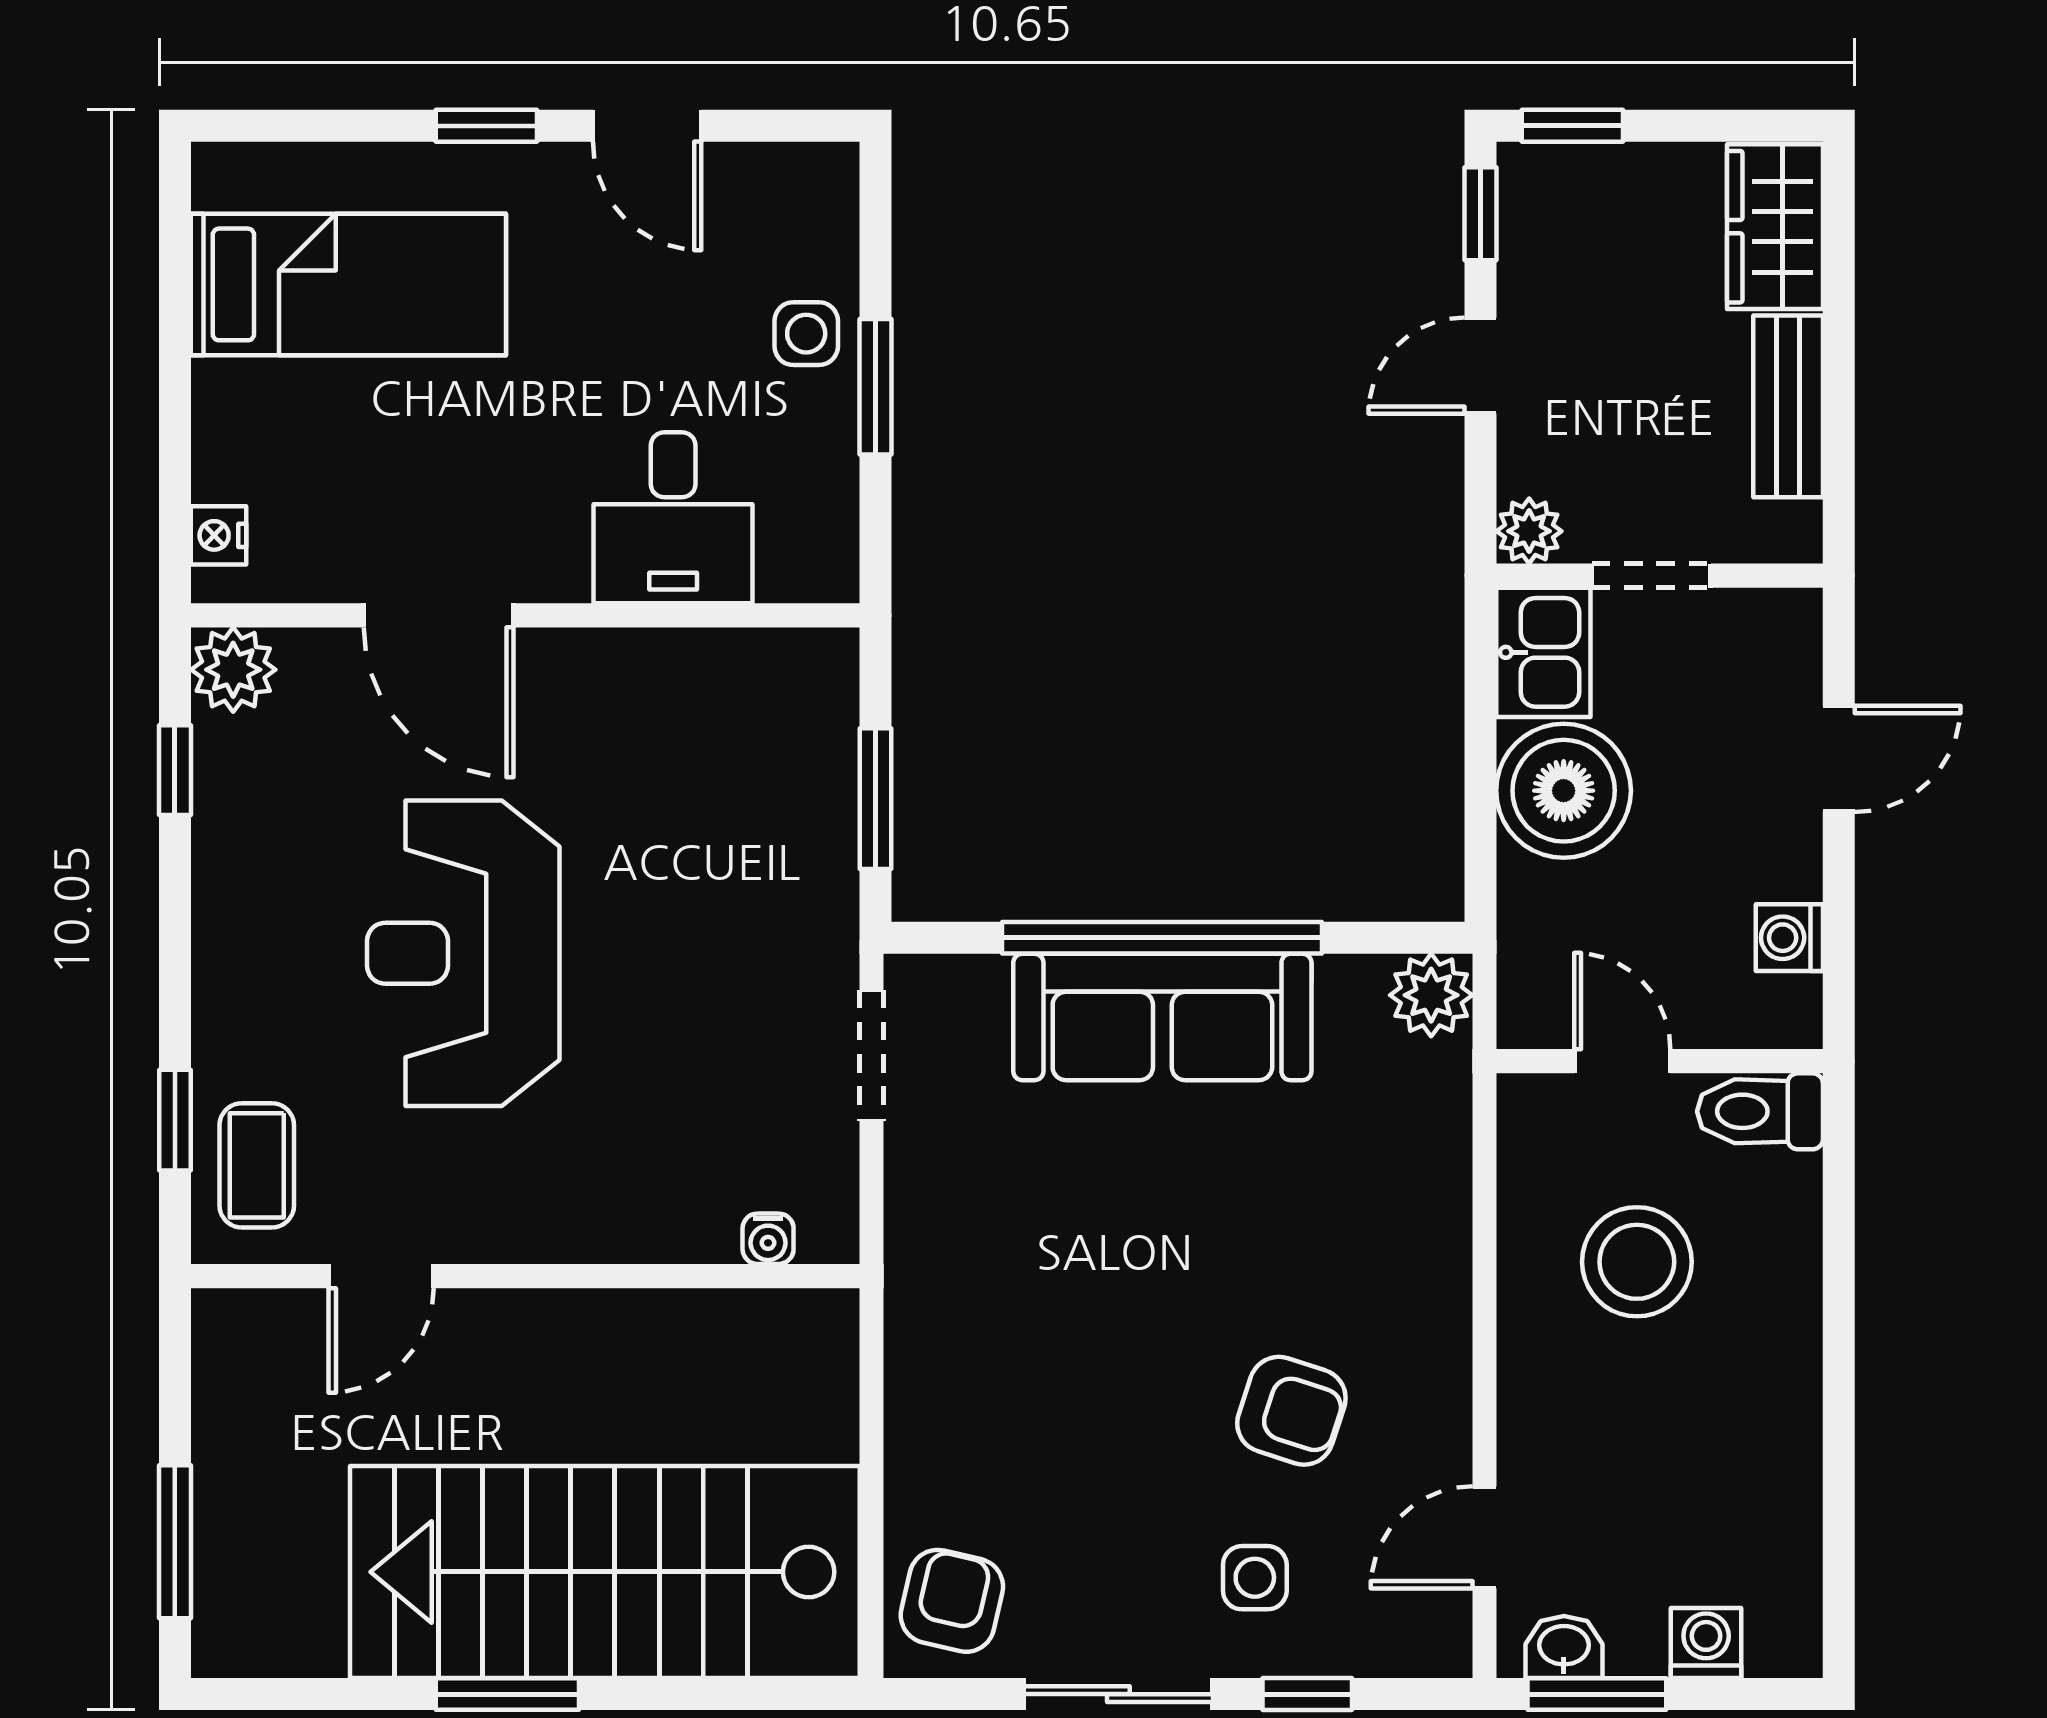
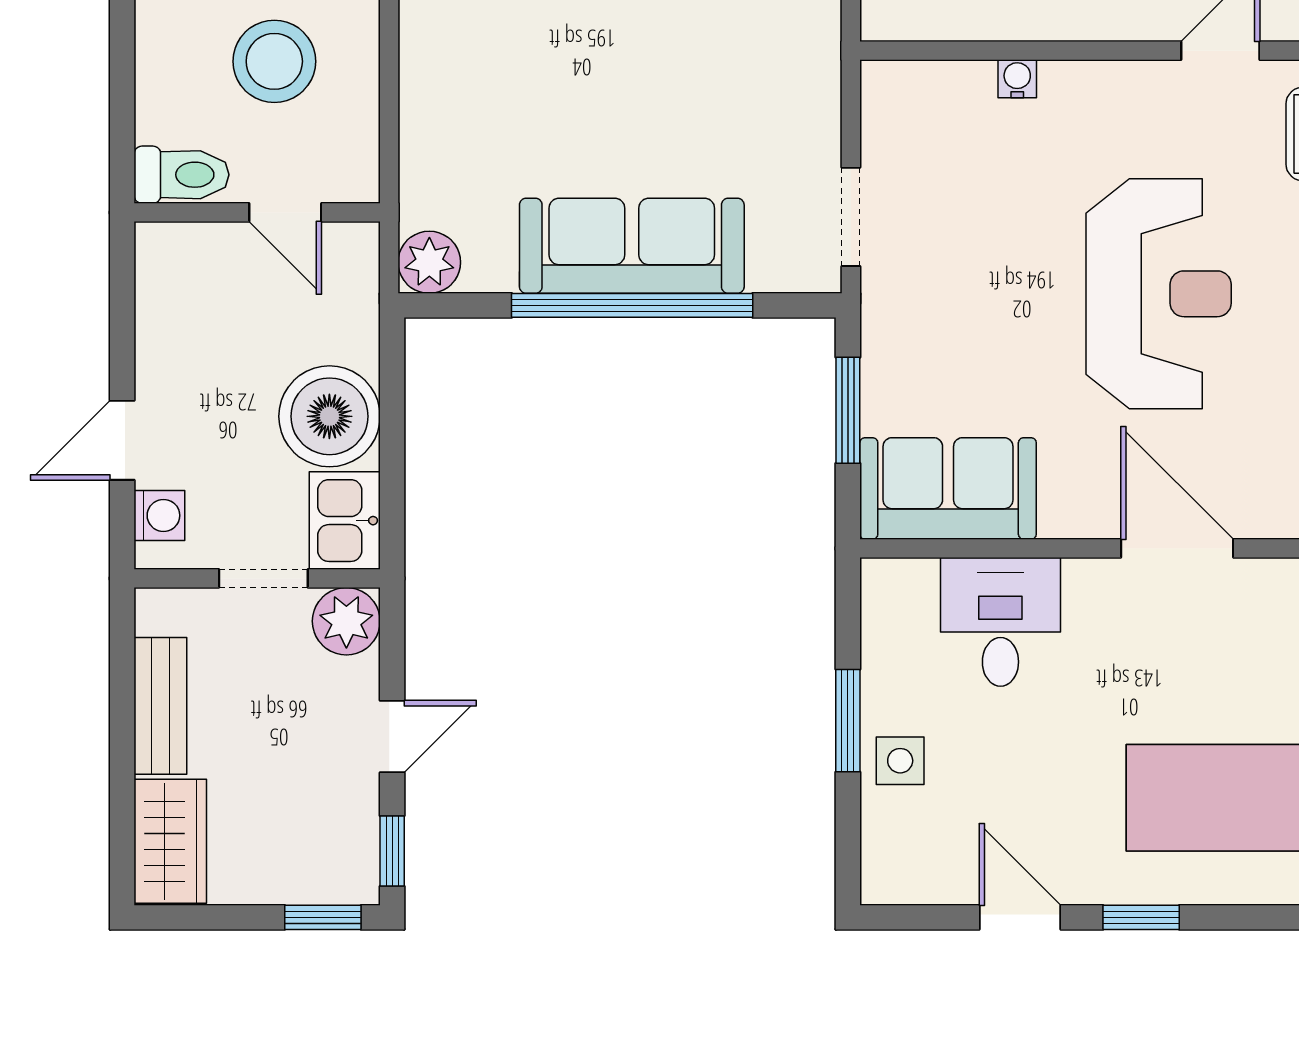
plant: (1529, 531) -> (346, 621), width x1.38, depth x1.38
sofa: (743, 695) -> (948, 488), added
washing machine: (1789, 938) -> (159, 515), moved
water cooler: (768, 1239) -> (1017, 79), moved

